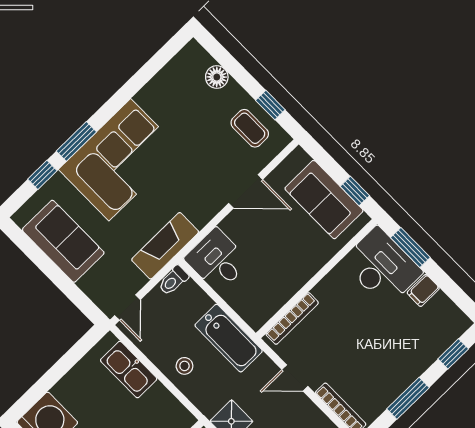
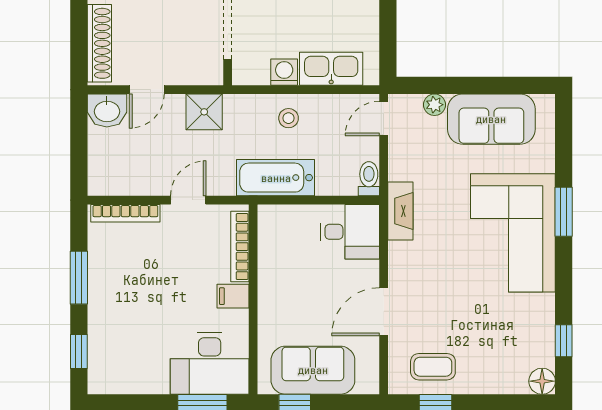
floor lamp: (217, 77) -> (542, 381), moved
window: (42, 175) -> (564, 341), moved
fireplace: (165, 246) -> (400, 211), width x0.73, depth x0.76
plant: (89, 285) -> (434, 105), added
filing cabinet: (423, 290) -> (233, 296), moved, turned -90
door: (128, 308) -> (384, 118), hinge flipped
washing machine: (159, 396) -> (284, 72), added

